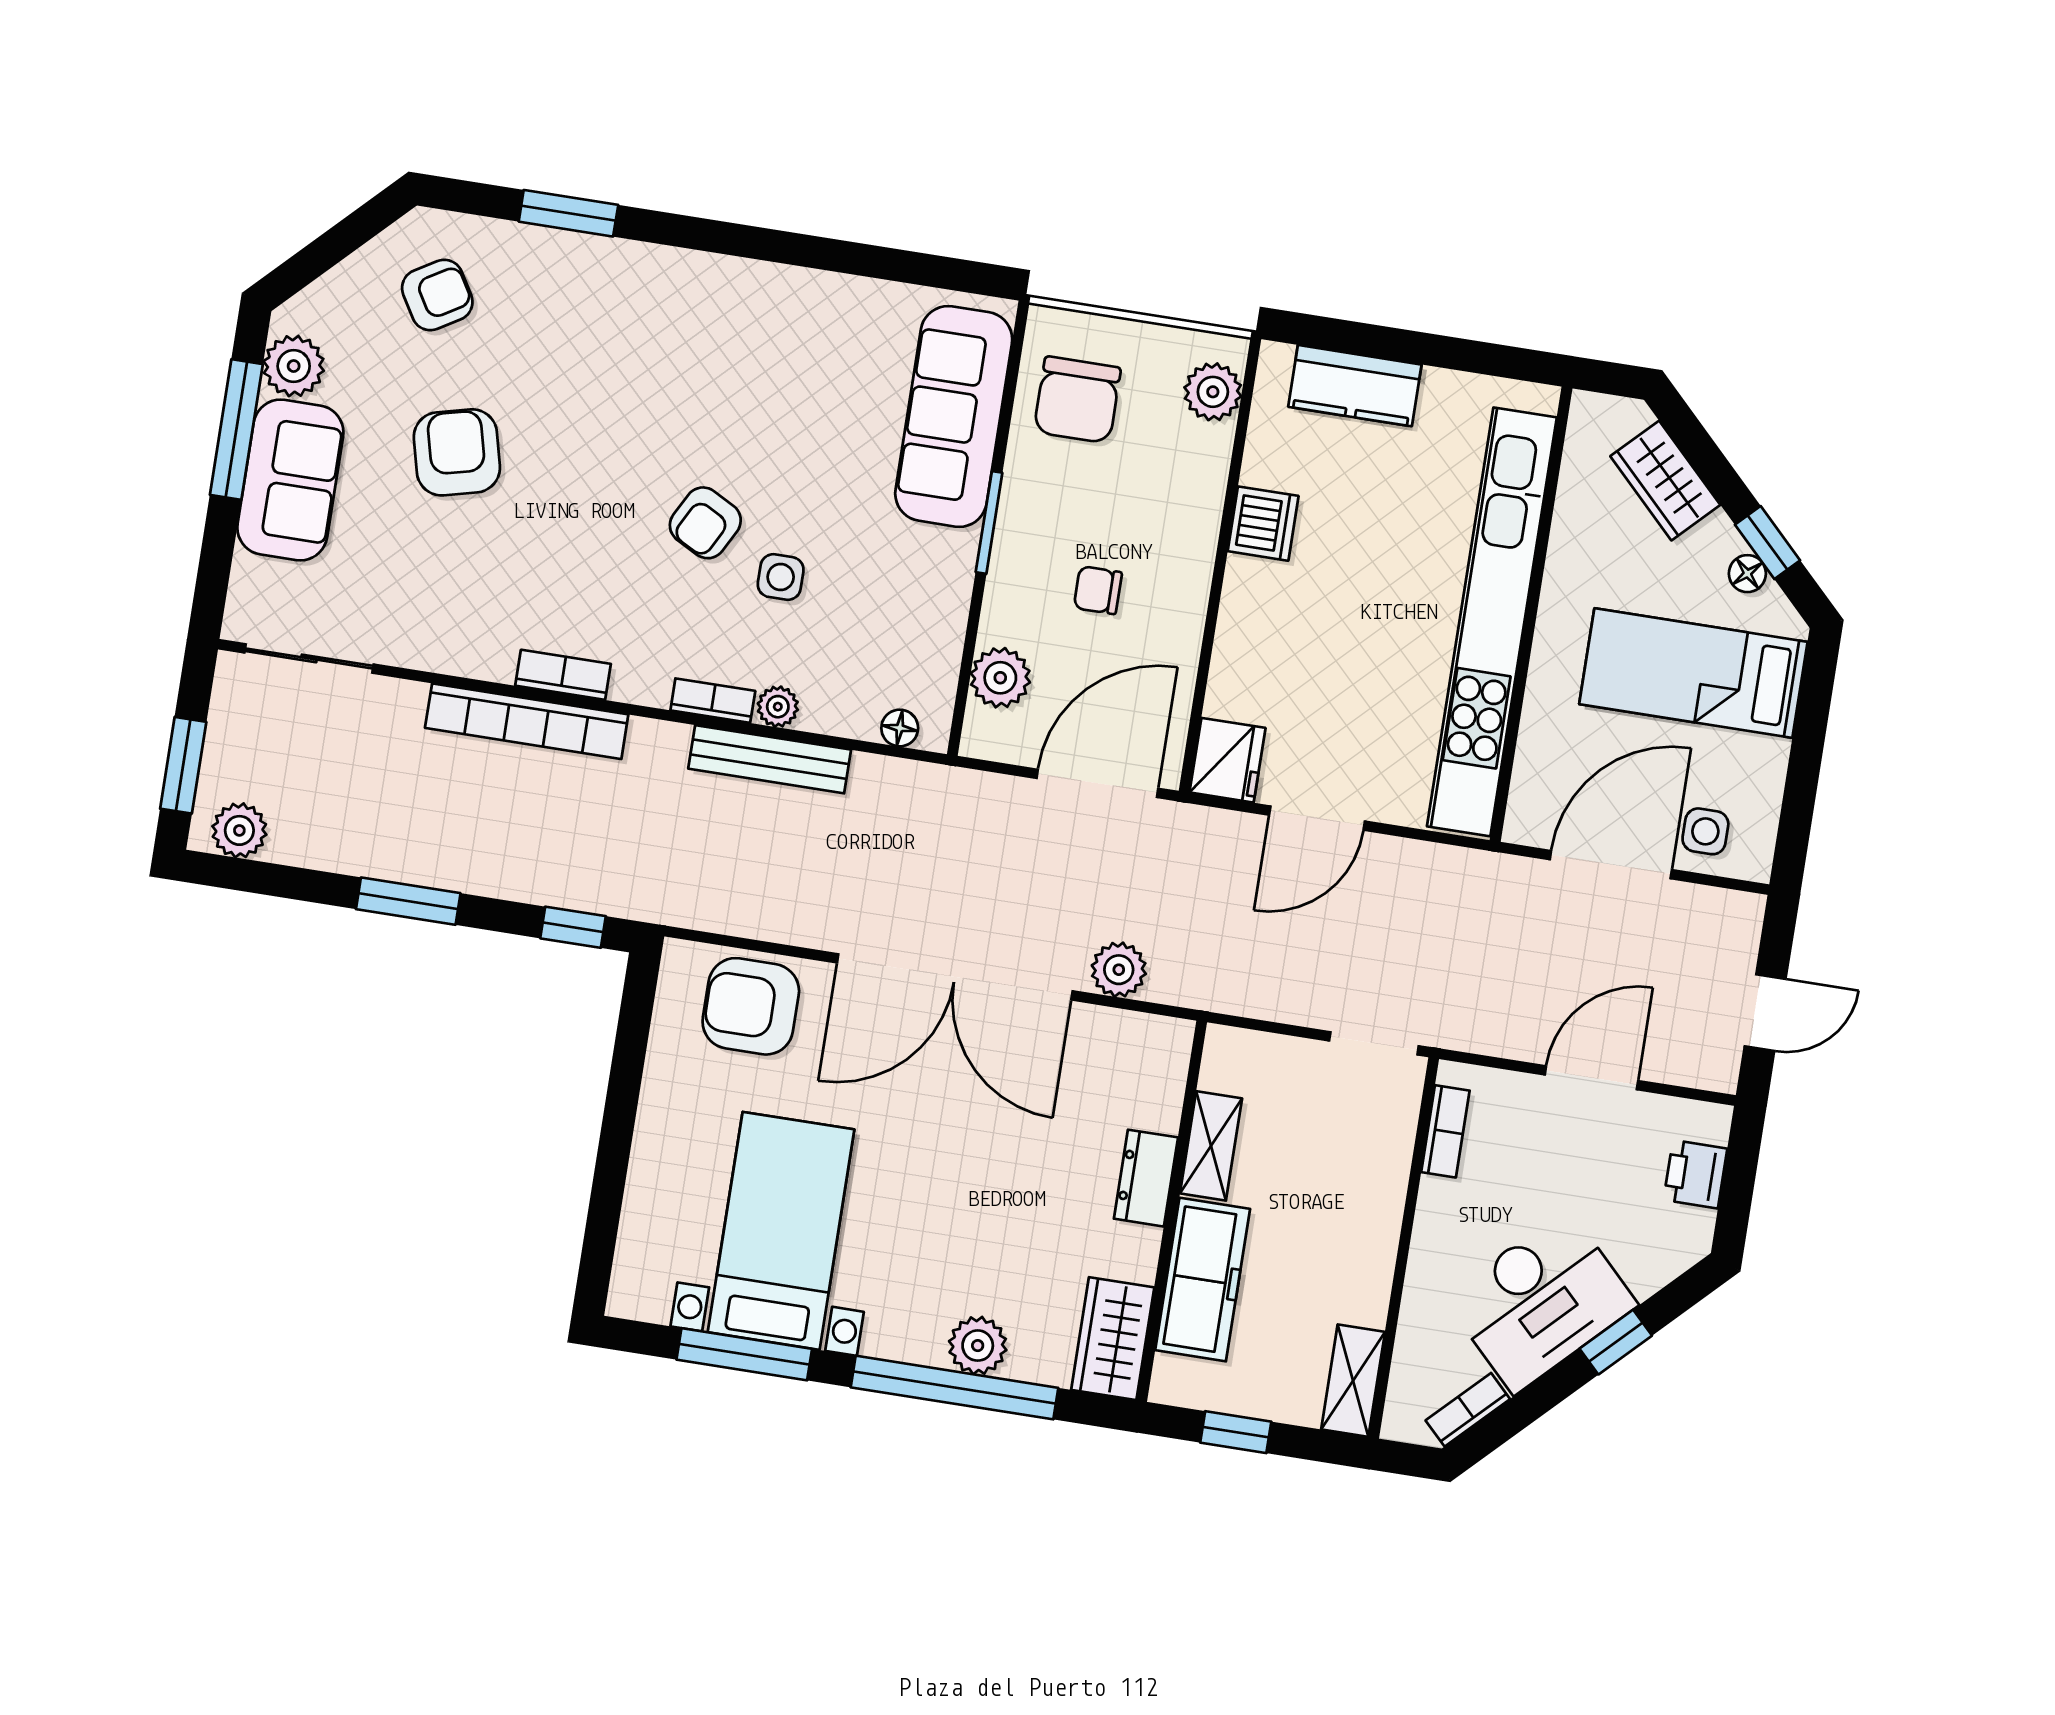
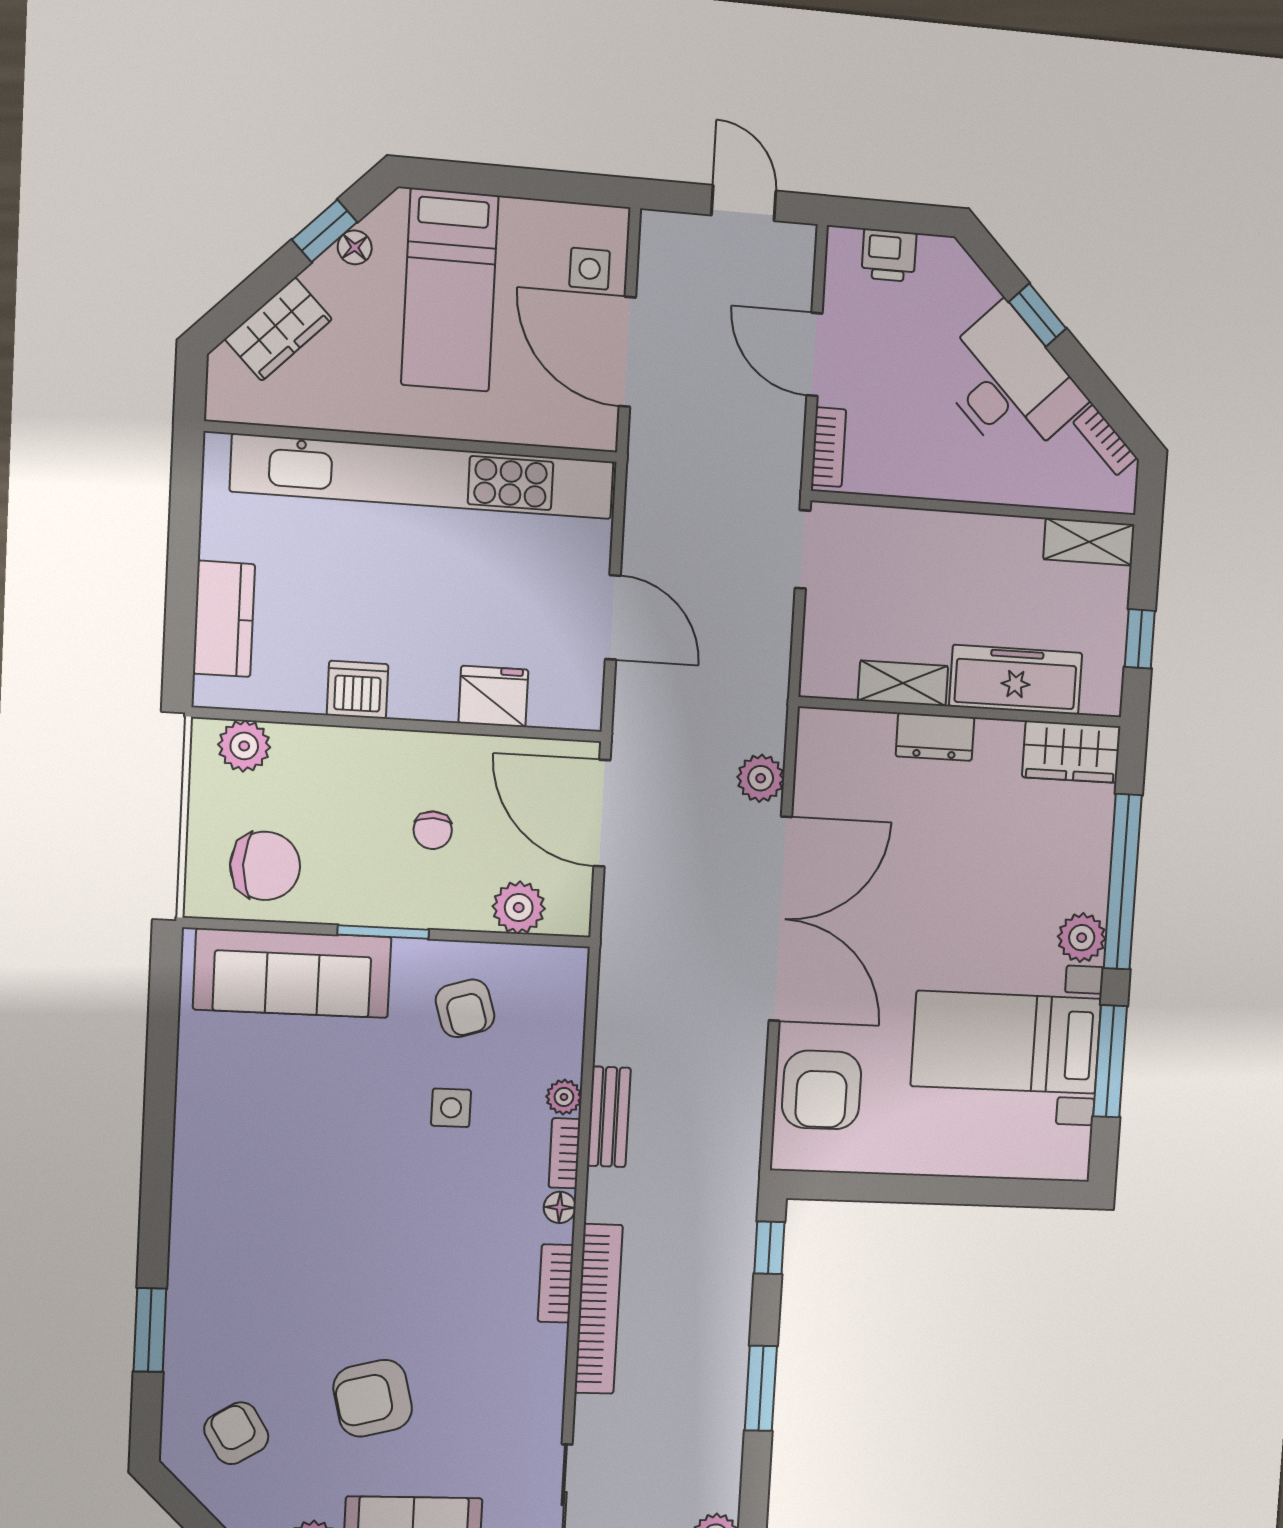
armchair: (705, 523) -> (465, 1008), moved, turned 45
floor lamp: (900, 728) -> (560, 1207), moved
bench: (770, 759) -> (609, 1117), width x0.73
fridge: (1227, 760) -> (493, 696), moved
bookcase: (1445, 1131) -> (829, 447), moved, turned 90
plant: (978, 1346) -> (1082, 938), moved

